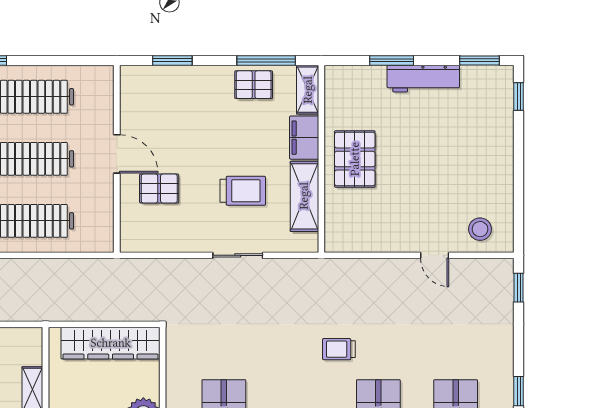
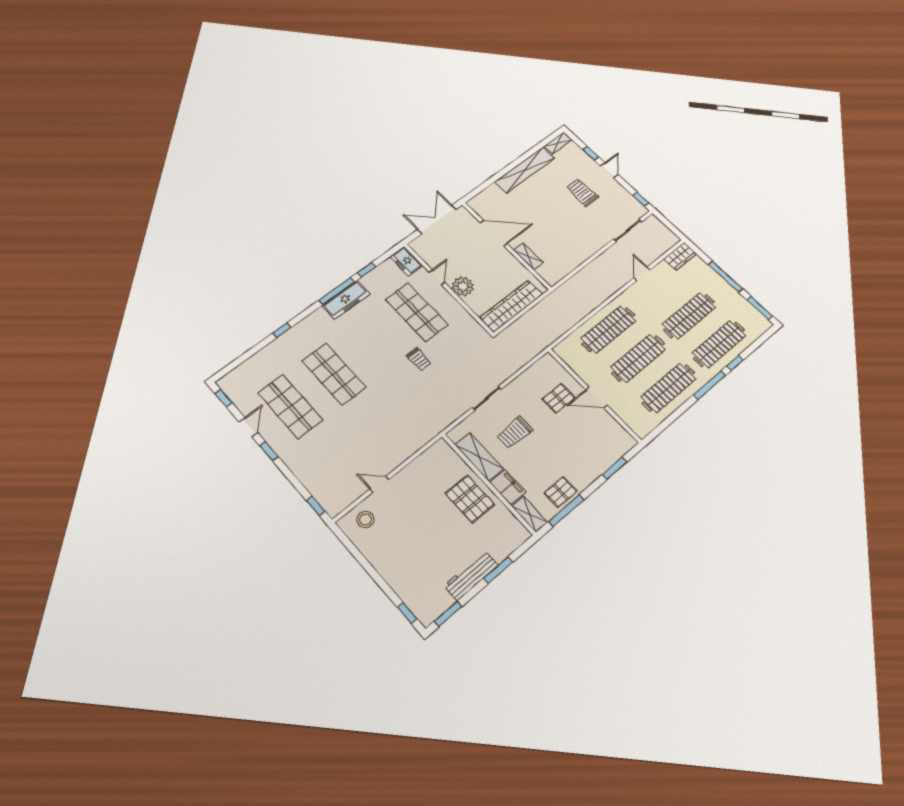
trolley: (339, 349) -> (419, 359), moved, turned 90

